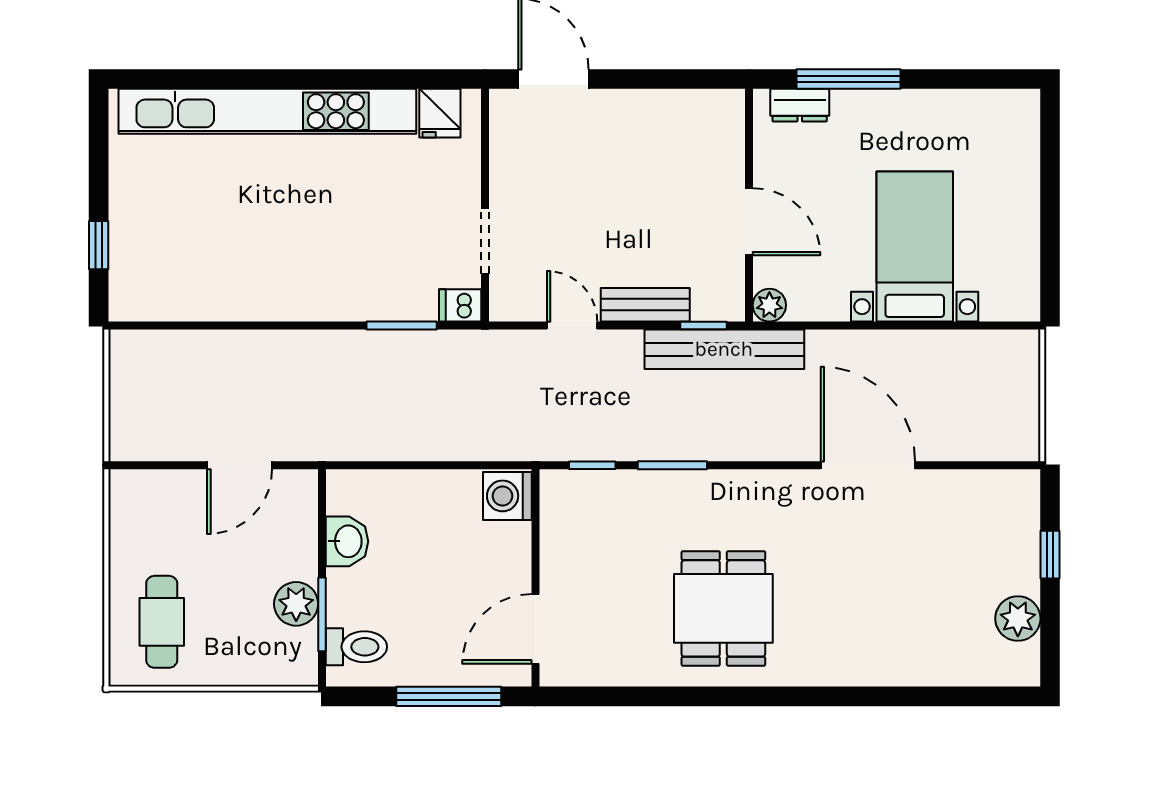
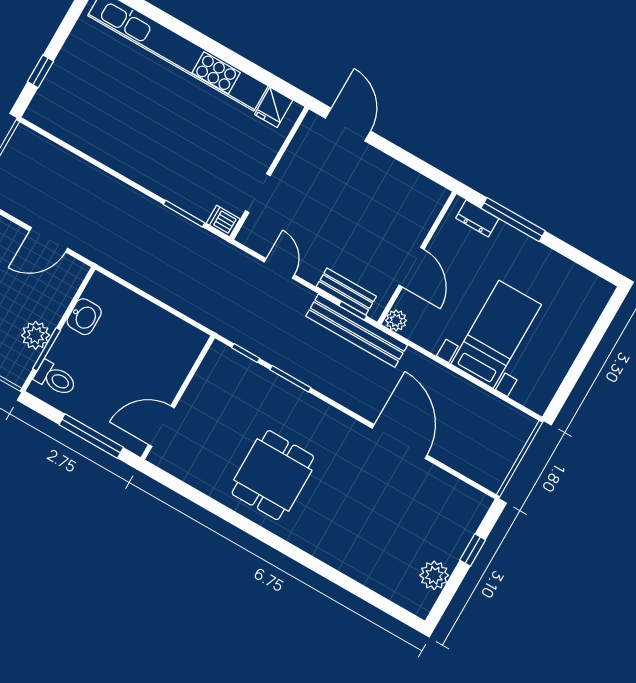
bench: (645, 305) -> (346, 291), moved
washing machine: (507, 496) -> (188, 343), removed

